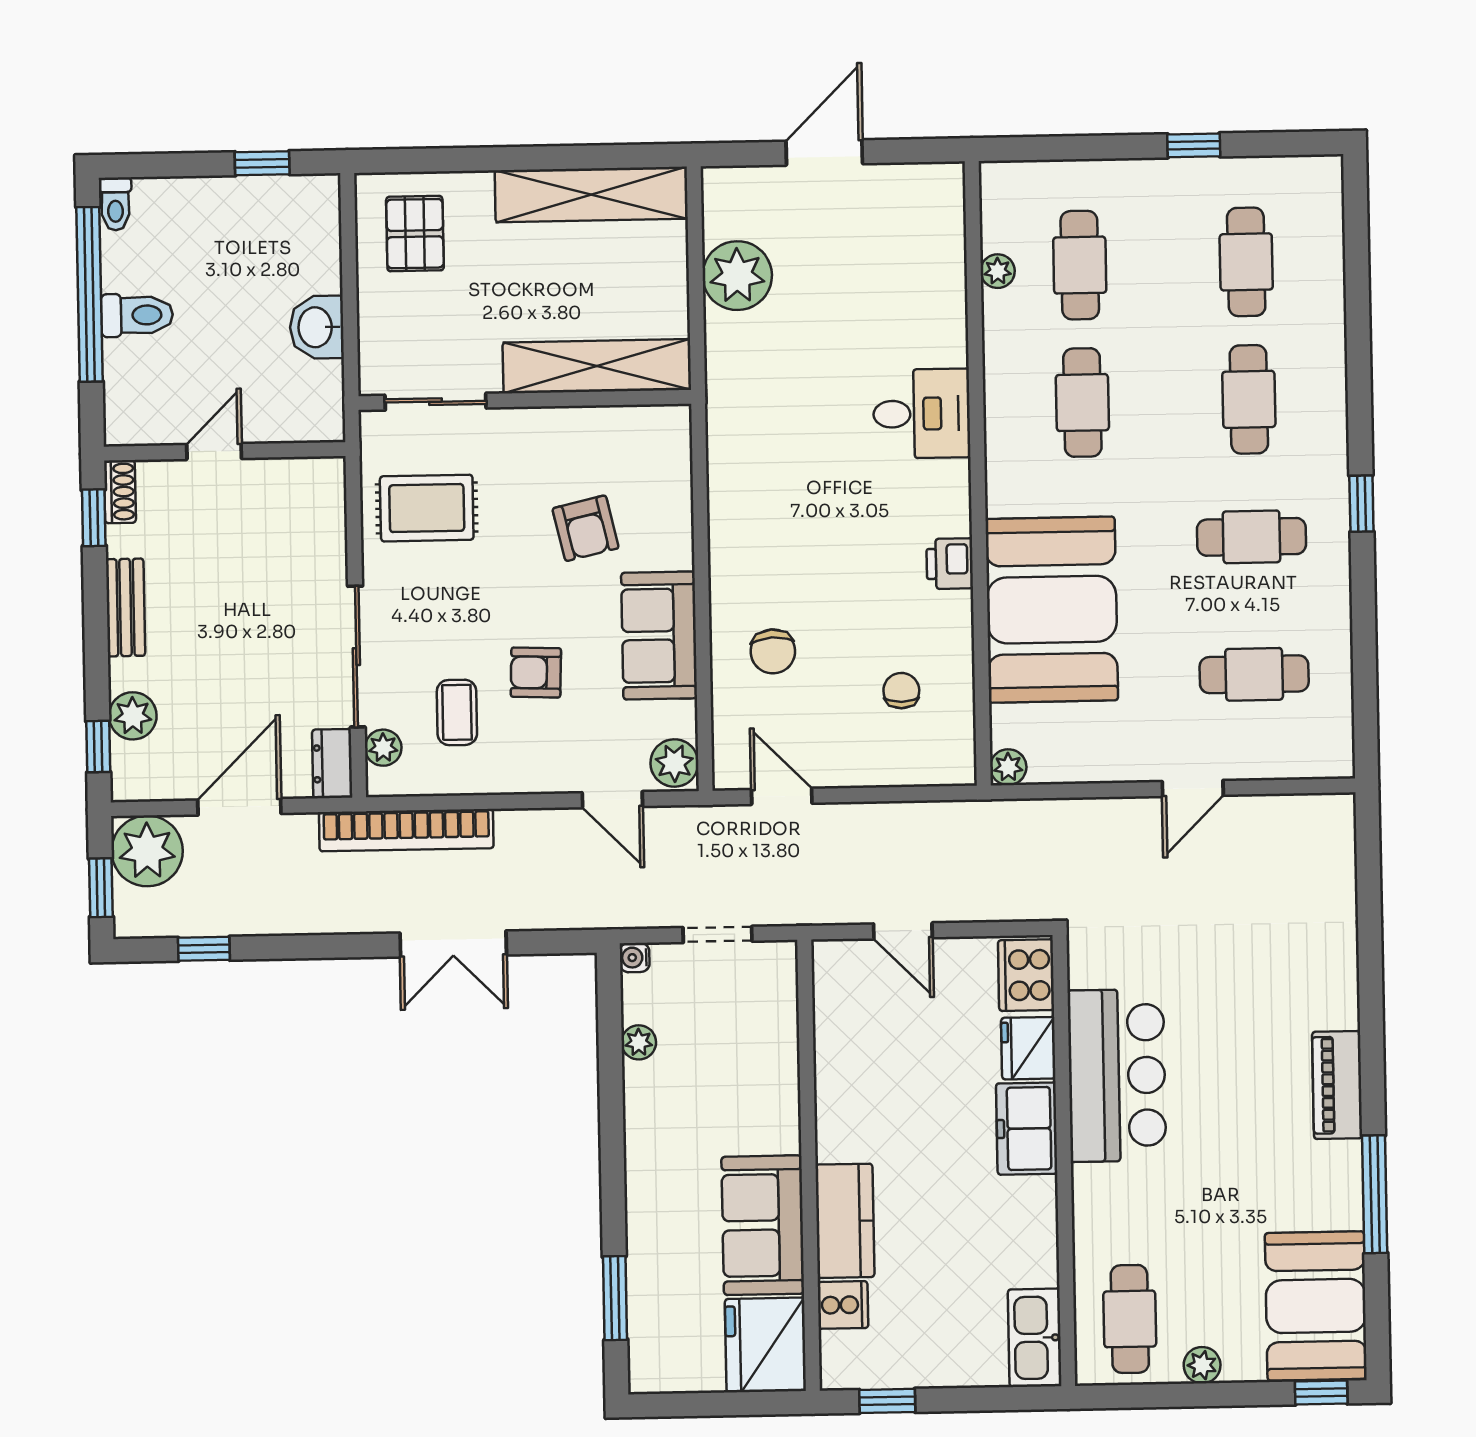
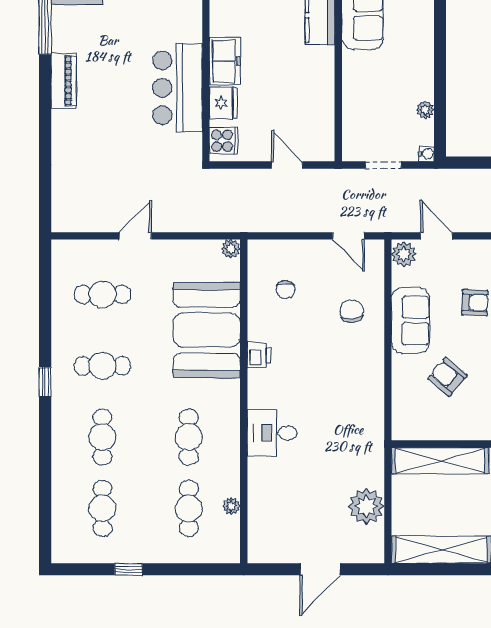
armchair: (586, 528) -> (448, 377), turned -37
cooker: (1026, 975) -> (224, 141), width x0.73

